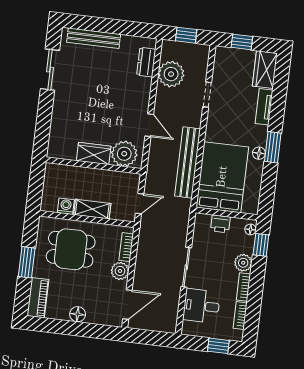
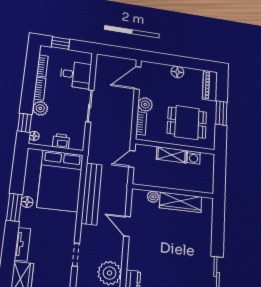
wardrobe: (94, 153) -> (181, 202), width x1.50
plant: (124, 154) -> (153, 197), width x0.53, depth x0.53

